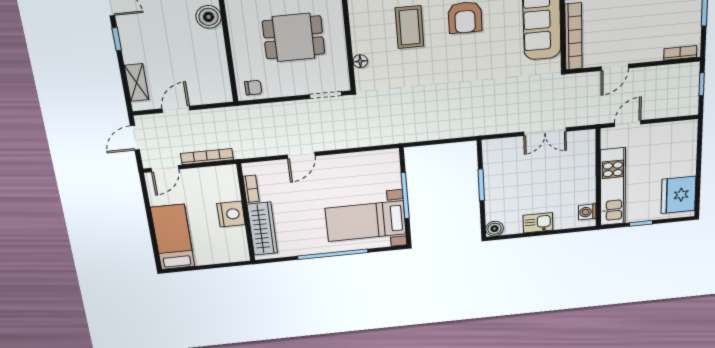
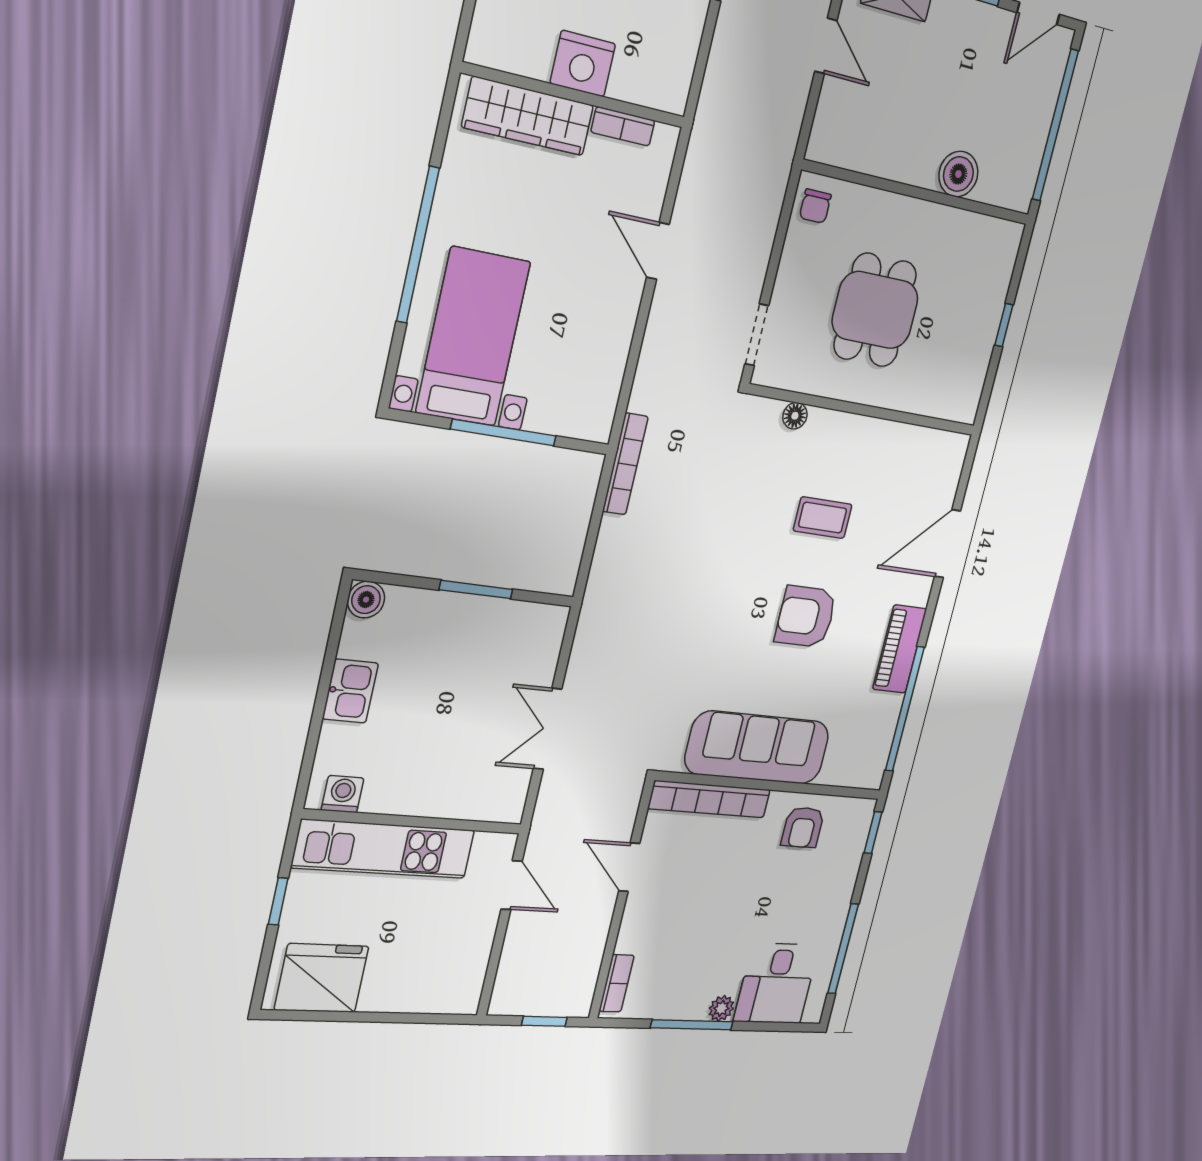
coffee table: (410, 27) -> (823, 518), width x0.73, depth x0.77
bookcase: (207, 157) -> (625, 464), moved

